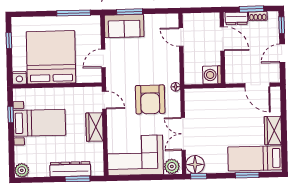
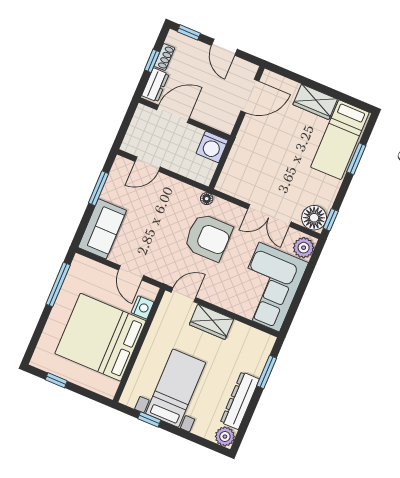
window: (252, 9) -> (152, 61), width x0.67
window: (130, 12) -> (99, 188), moved
nightstand: (19, 78) -> (143, 307), moved
dresser: (70, 169) -> (240, 401), moved

